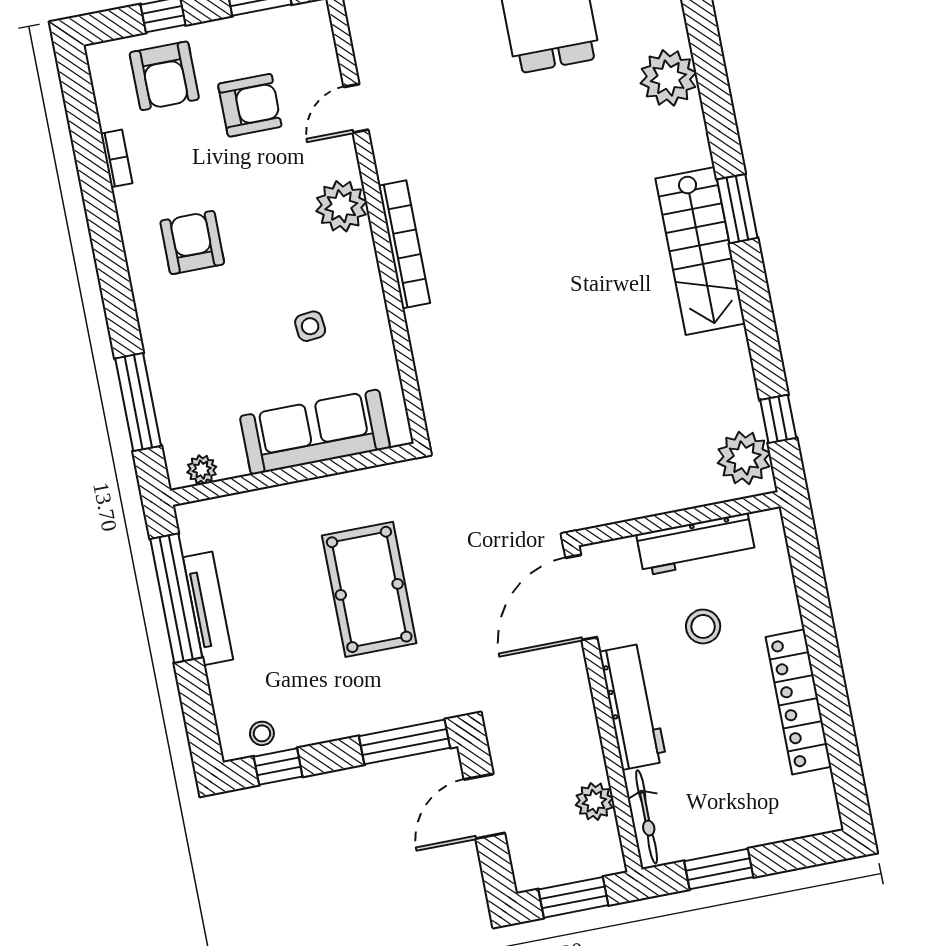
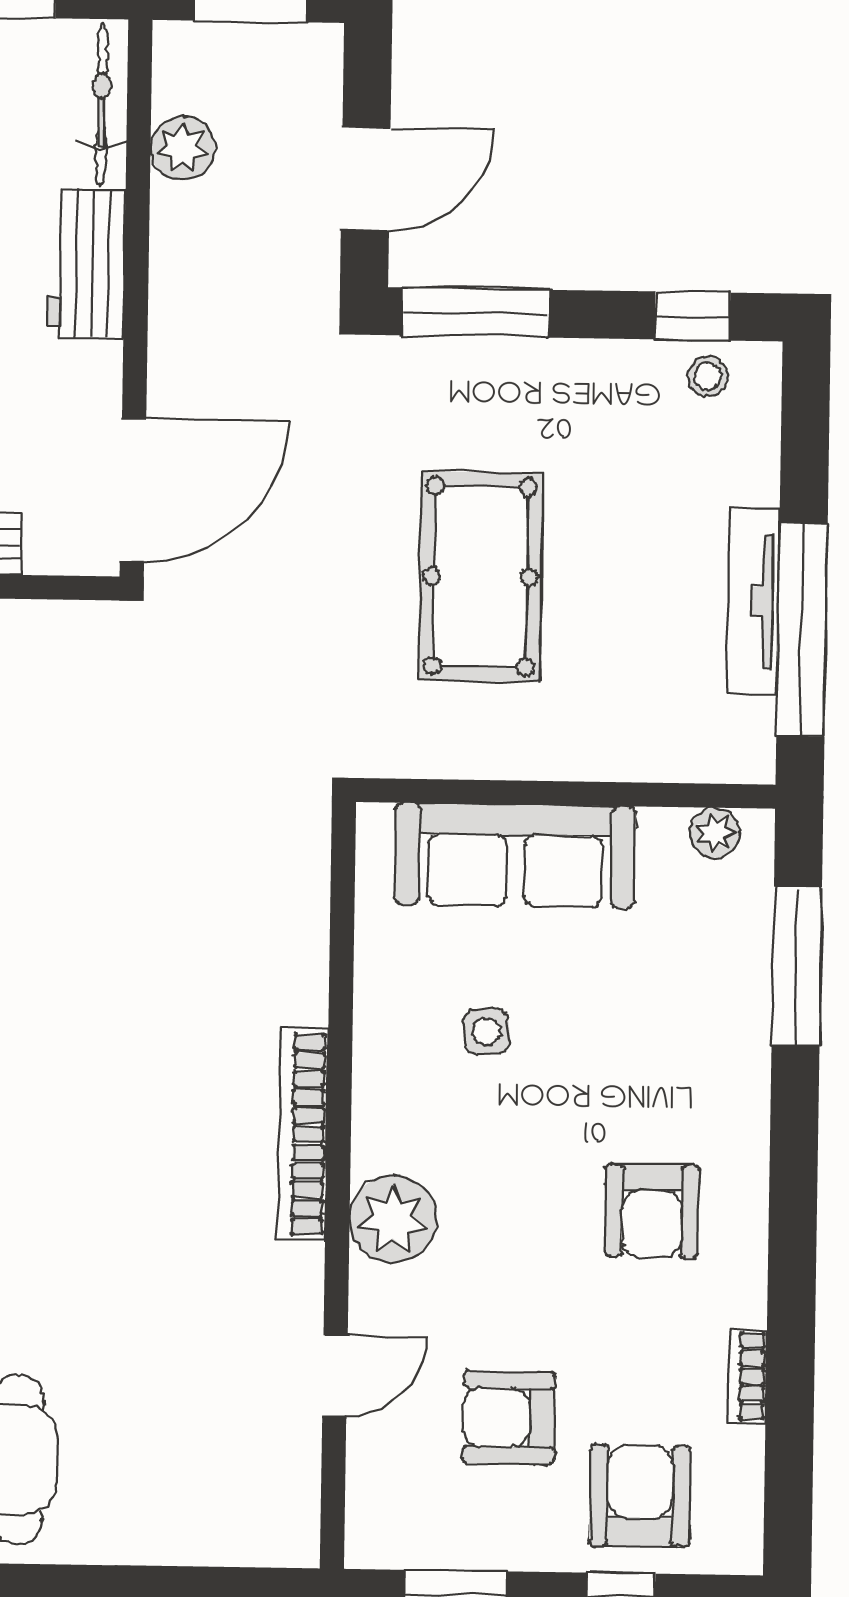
workbench: (633, 706) -> (86, 264), width x0.73

